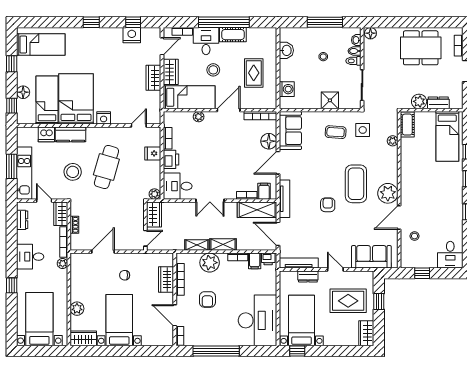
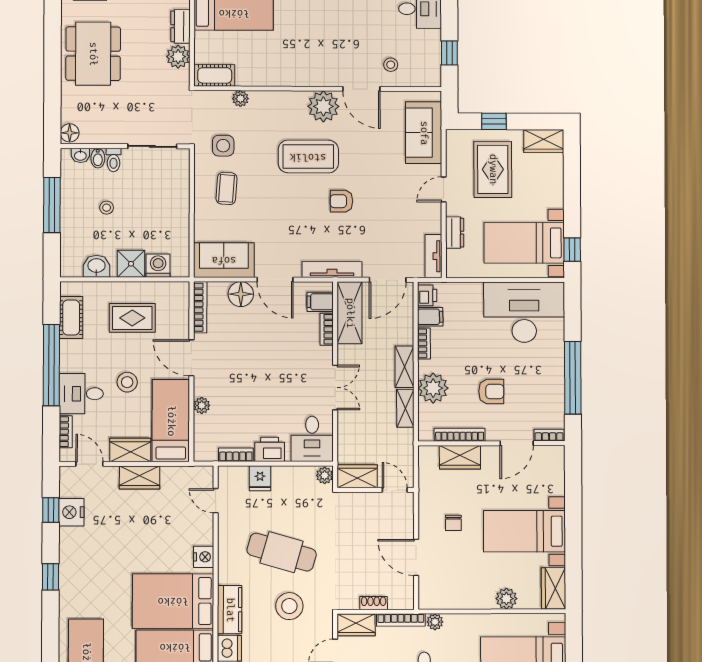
cot: (233, 35) -> (71, 317), moved
shower: (330, 100) -> (131, 264), moved
tv unit: (299, 263) -> (433, 256), width x0.71

